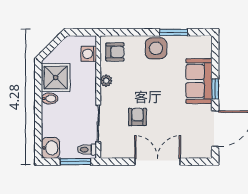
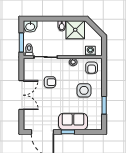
side table: (156, 48) -> (84, 90), moved

